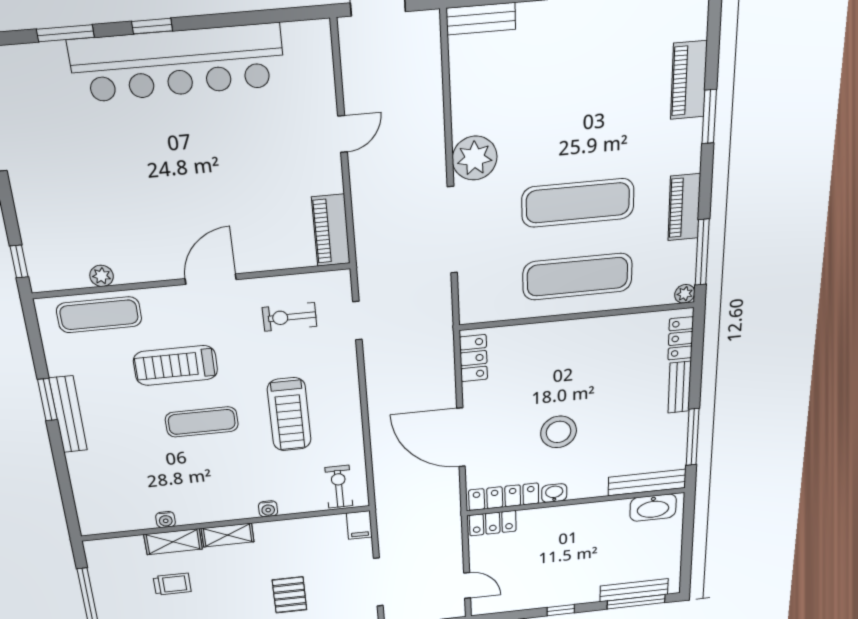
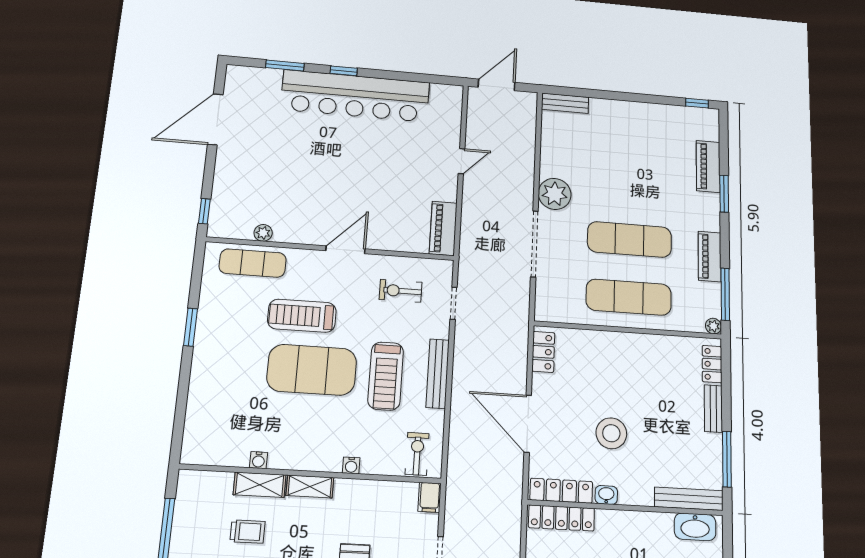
bench: (68, 414) -> (438, 374), moved
exercise mat: (202, 422) -> (312, 370), width x2.00, depth x1.45
locker: (493, 523) -> (562, 518), width x1.53

